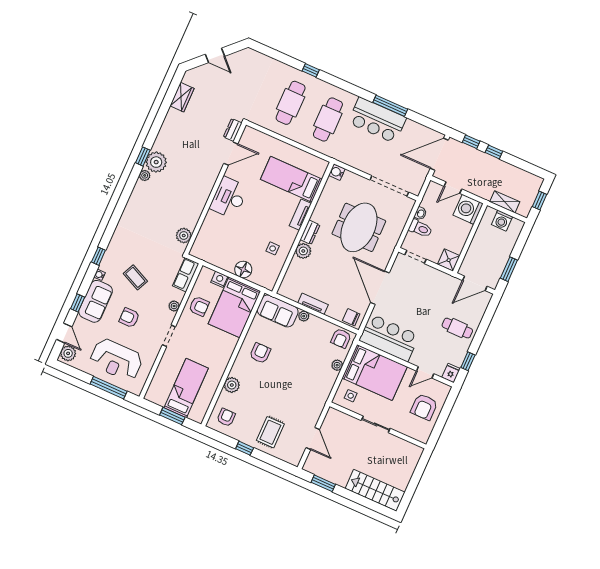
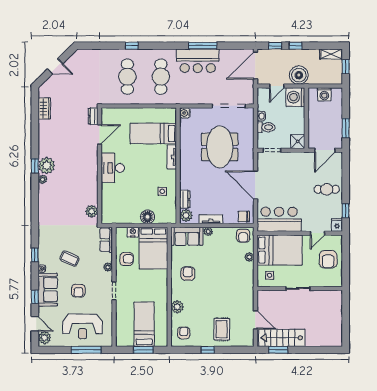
boiler: (483, 186) -> (299, 75), added
shelving: (505, 202) -> (331, 54), moved
dresser: (310, 232) -> (185, 199), moved
plant: (303, 251) -> (186, 215), moved
armchair: (129, 318) -> (78, 291), turned -90
stairs: (375, 490) -> (282, 338), moved

